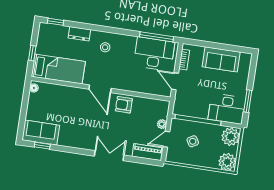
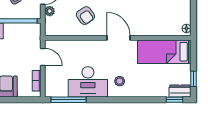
dresser: (79, 34) -> (180, 91), moved
window: (32, 53) -> (193, 79), moved
desk: (154, 54) -> (88, 82), moved
armchair: (124, 105) -> (85, 16), moved, turned 55

